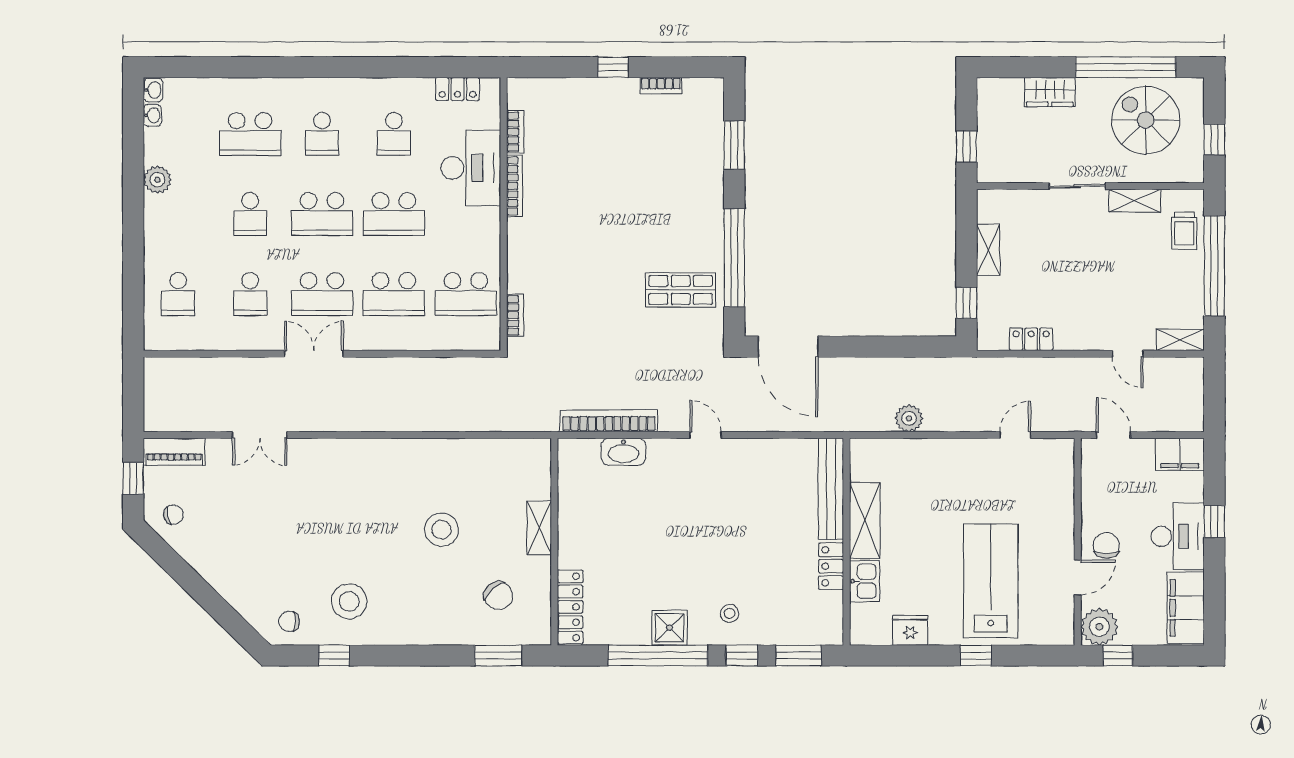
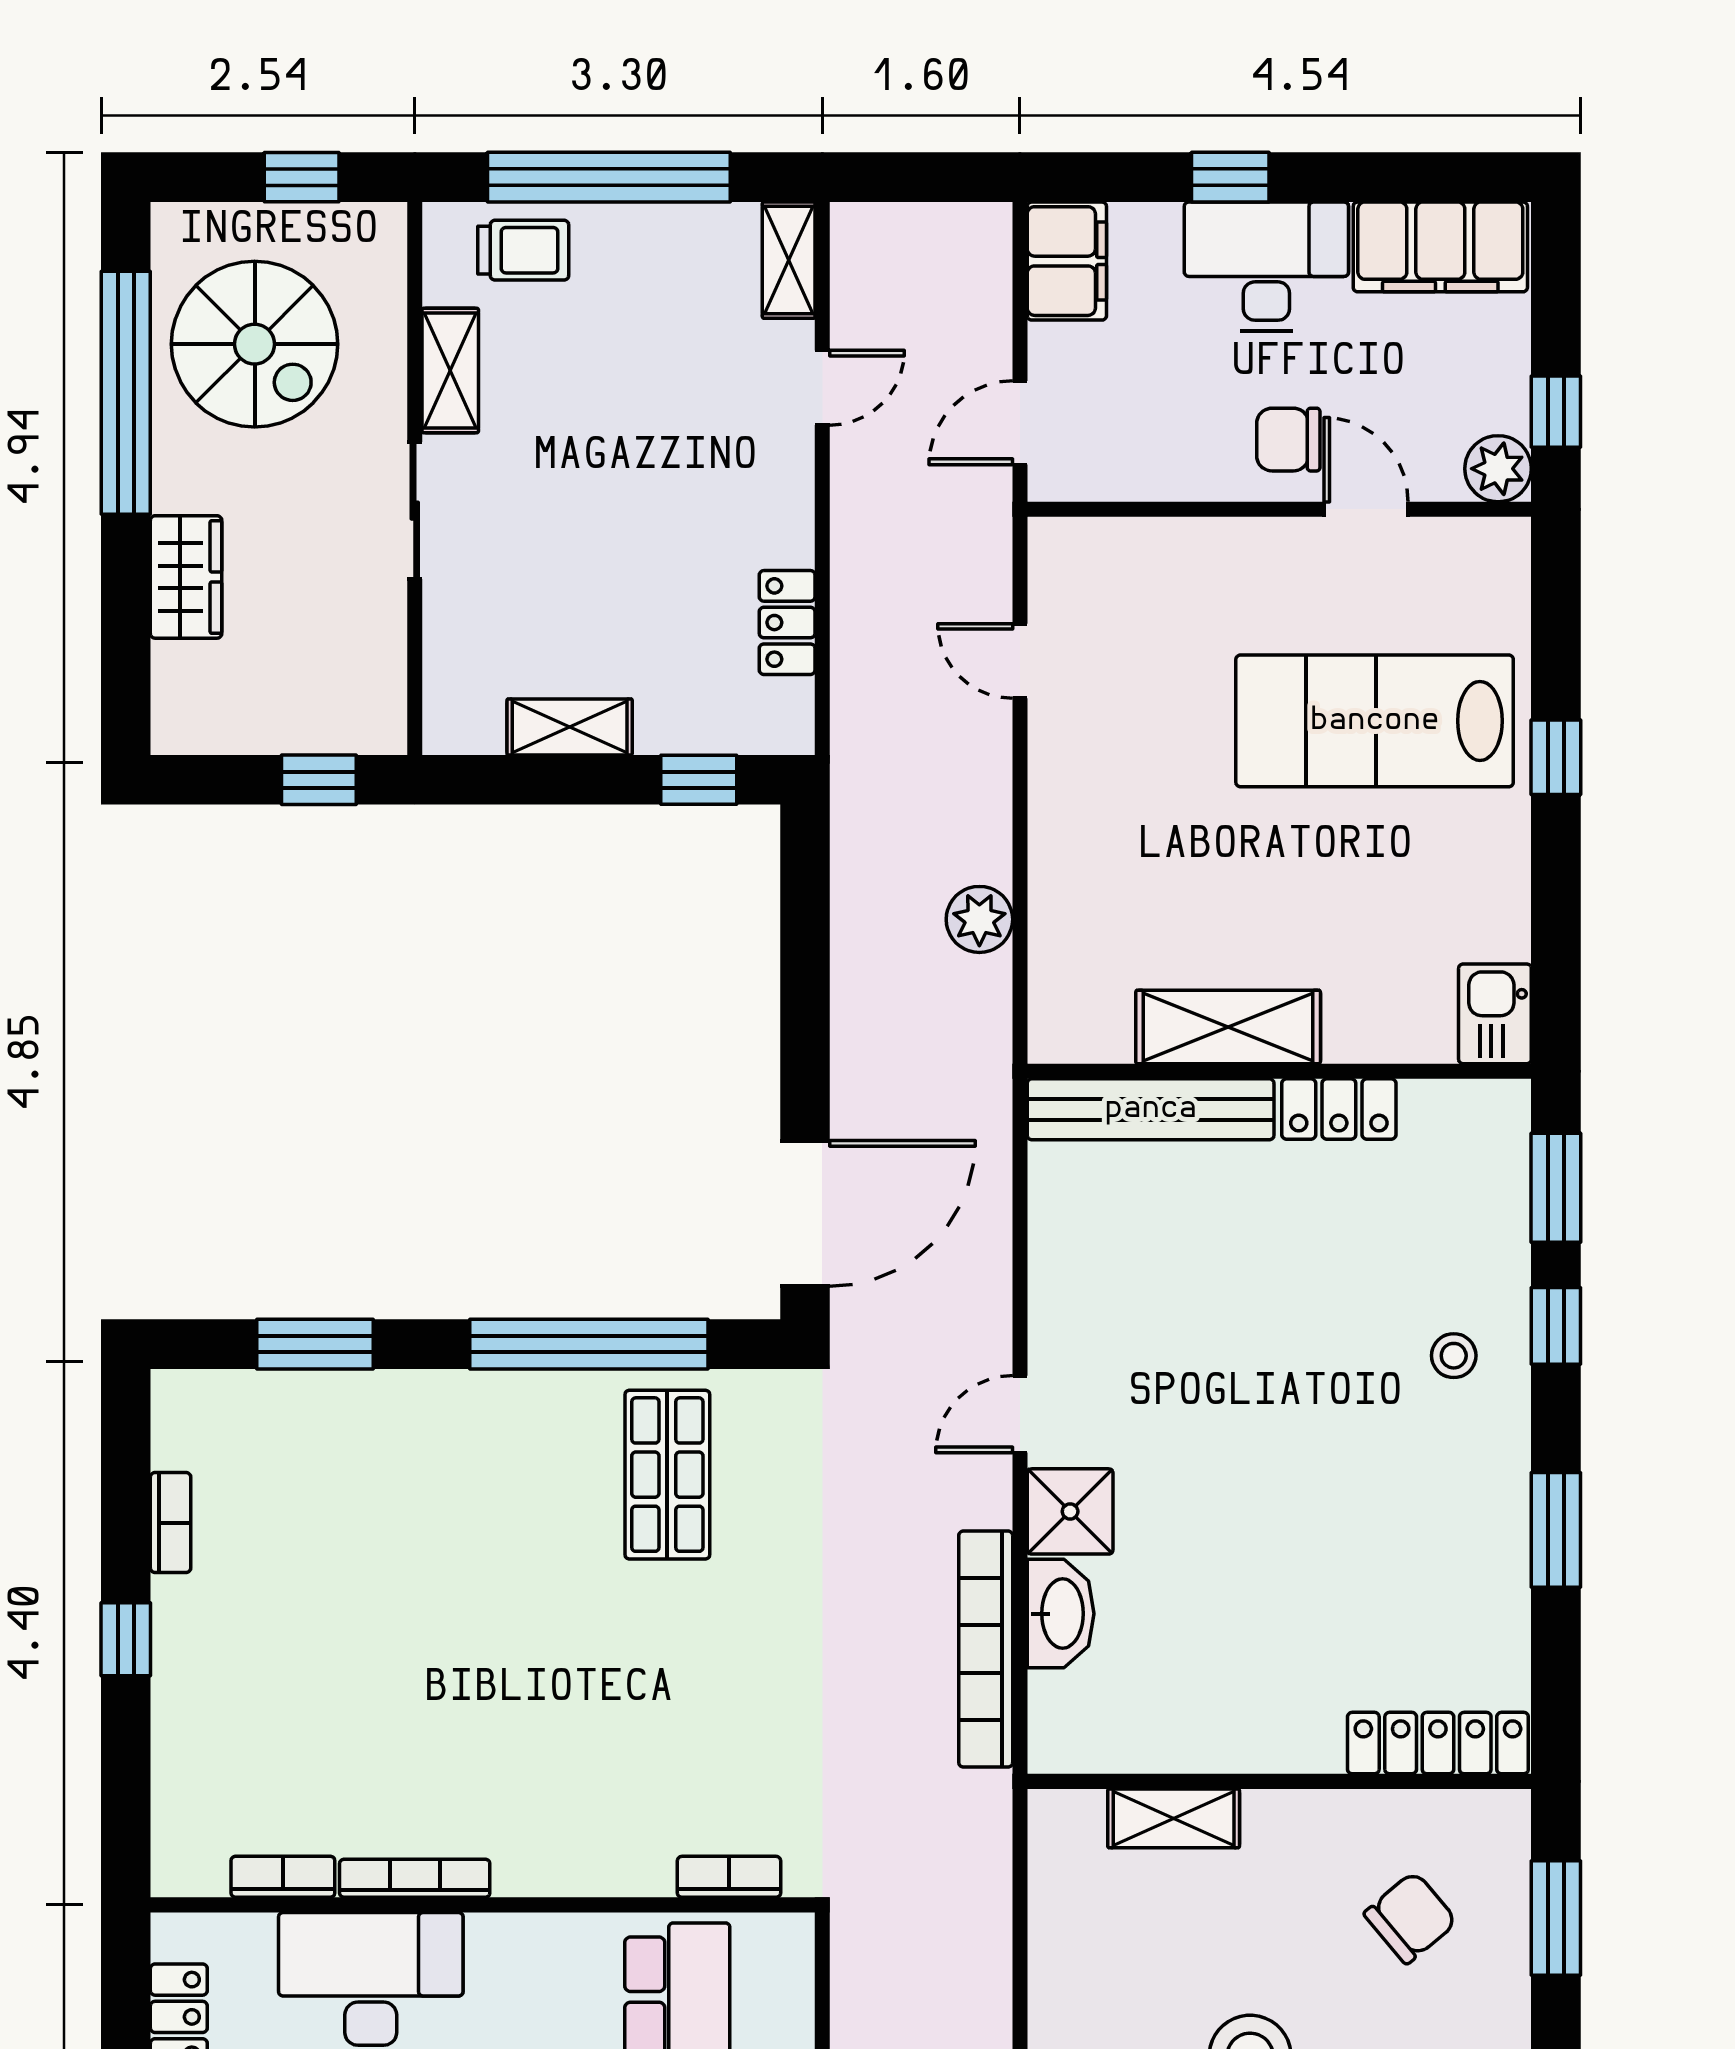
spiral stairs: (1146, 120) -> (255, 344), turned -90
shelving: (539, 528) -> (1174, 1818), moved
kitchen sink: (865, 581) -> (1495, 1014), moved, turned -90
plant: (1099, 627) -> (1498, 469), width x0.73, depth x0.73
shower: (669, 628) -> (1070, 1511), moved
fridge: (910, 630) -> (1495, 916), removed
window: (658, 655) -> (1556, 1530), width x0.47

